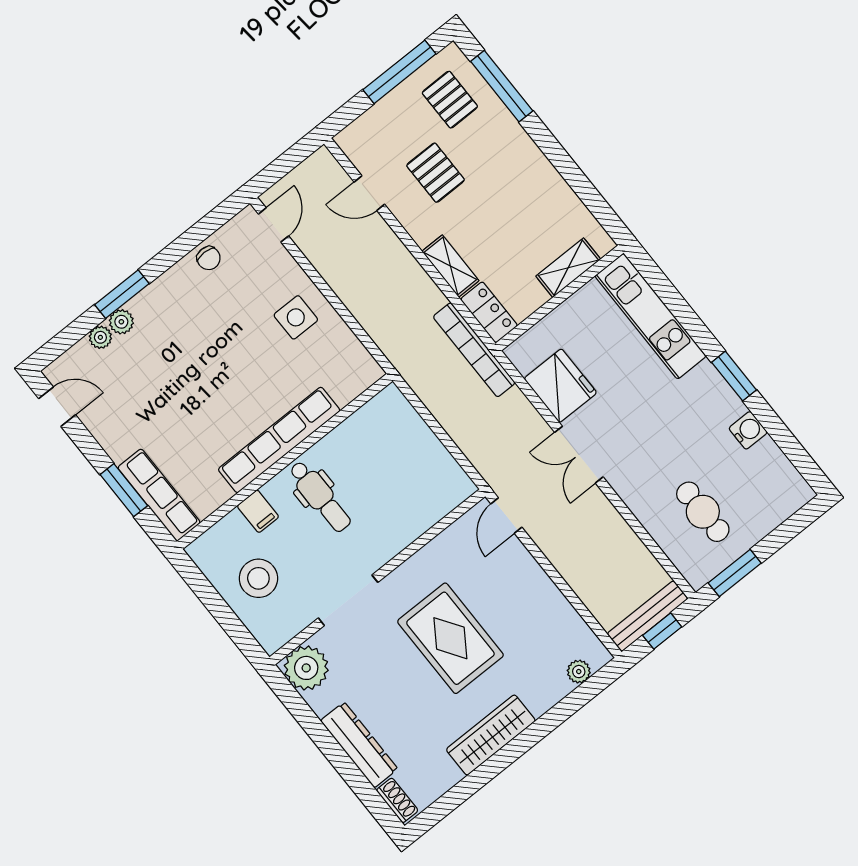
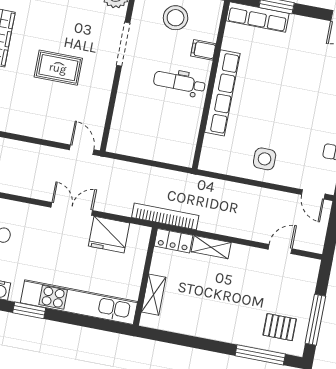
pallet: (436, 173) -> (257, 286), removed
kitchen unit: (651, 316) -> (79, 302), width x1.36
rug: (450, 638) -> (58, 68), width x0.73, depth x0.70

